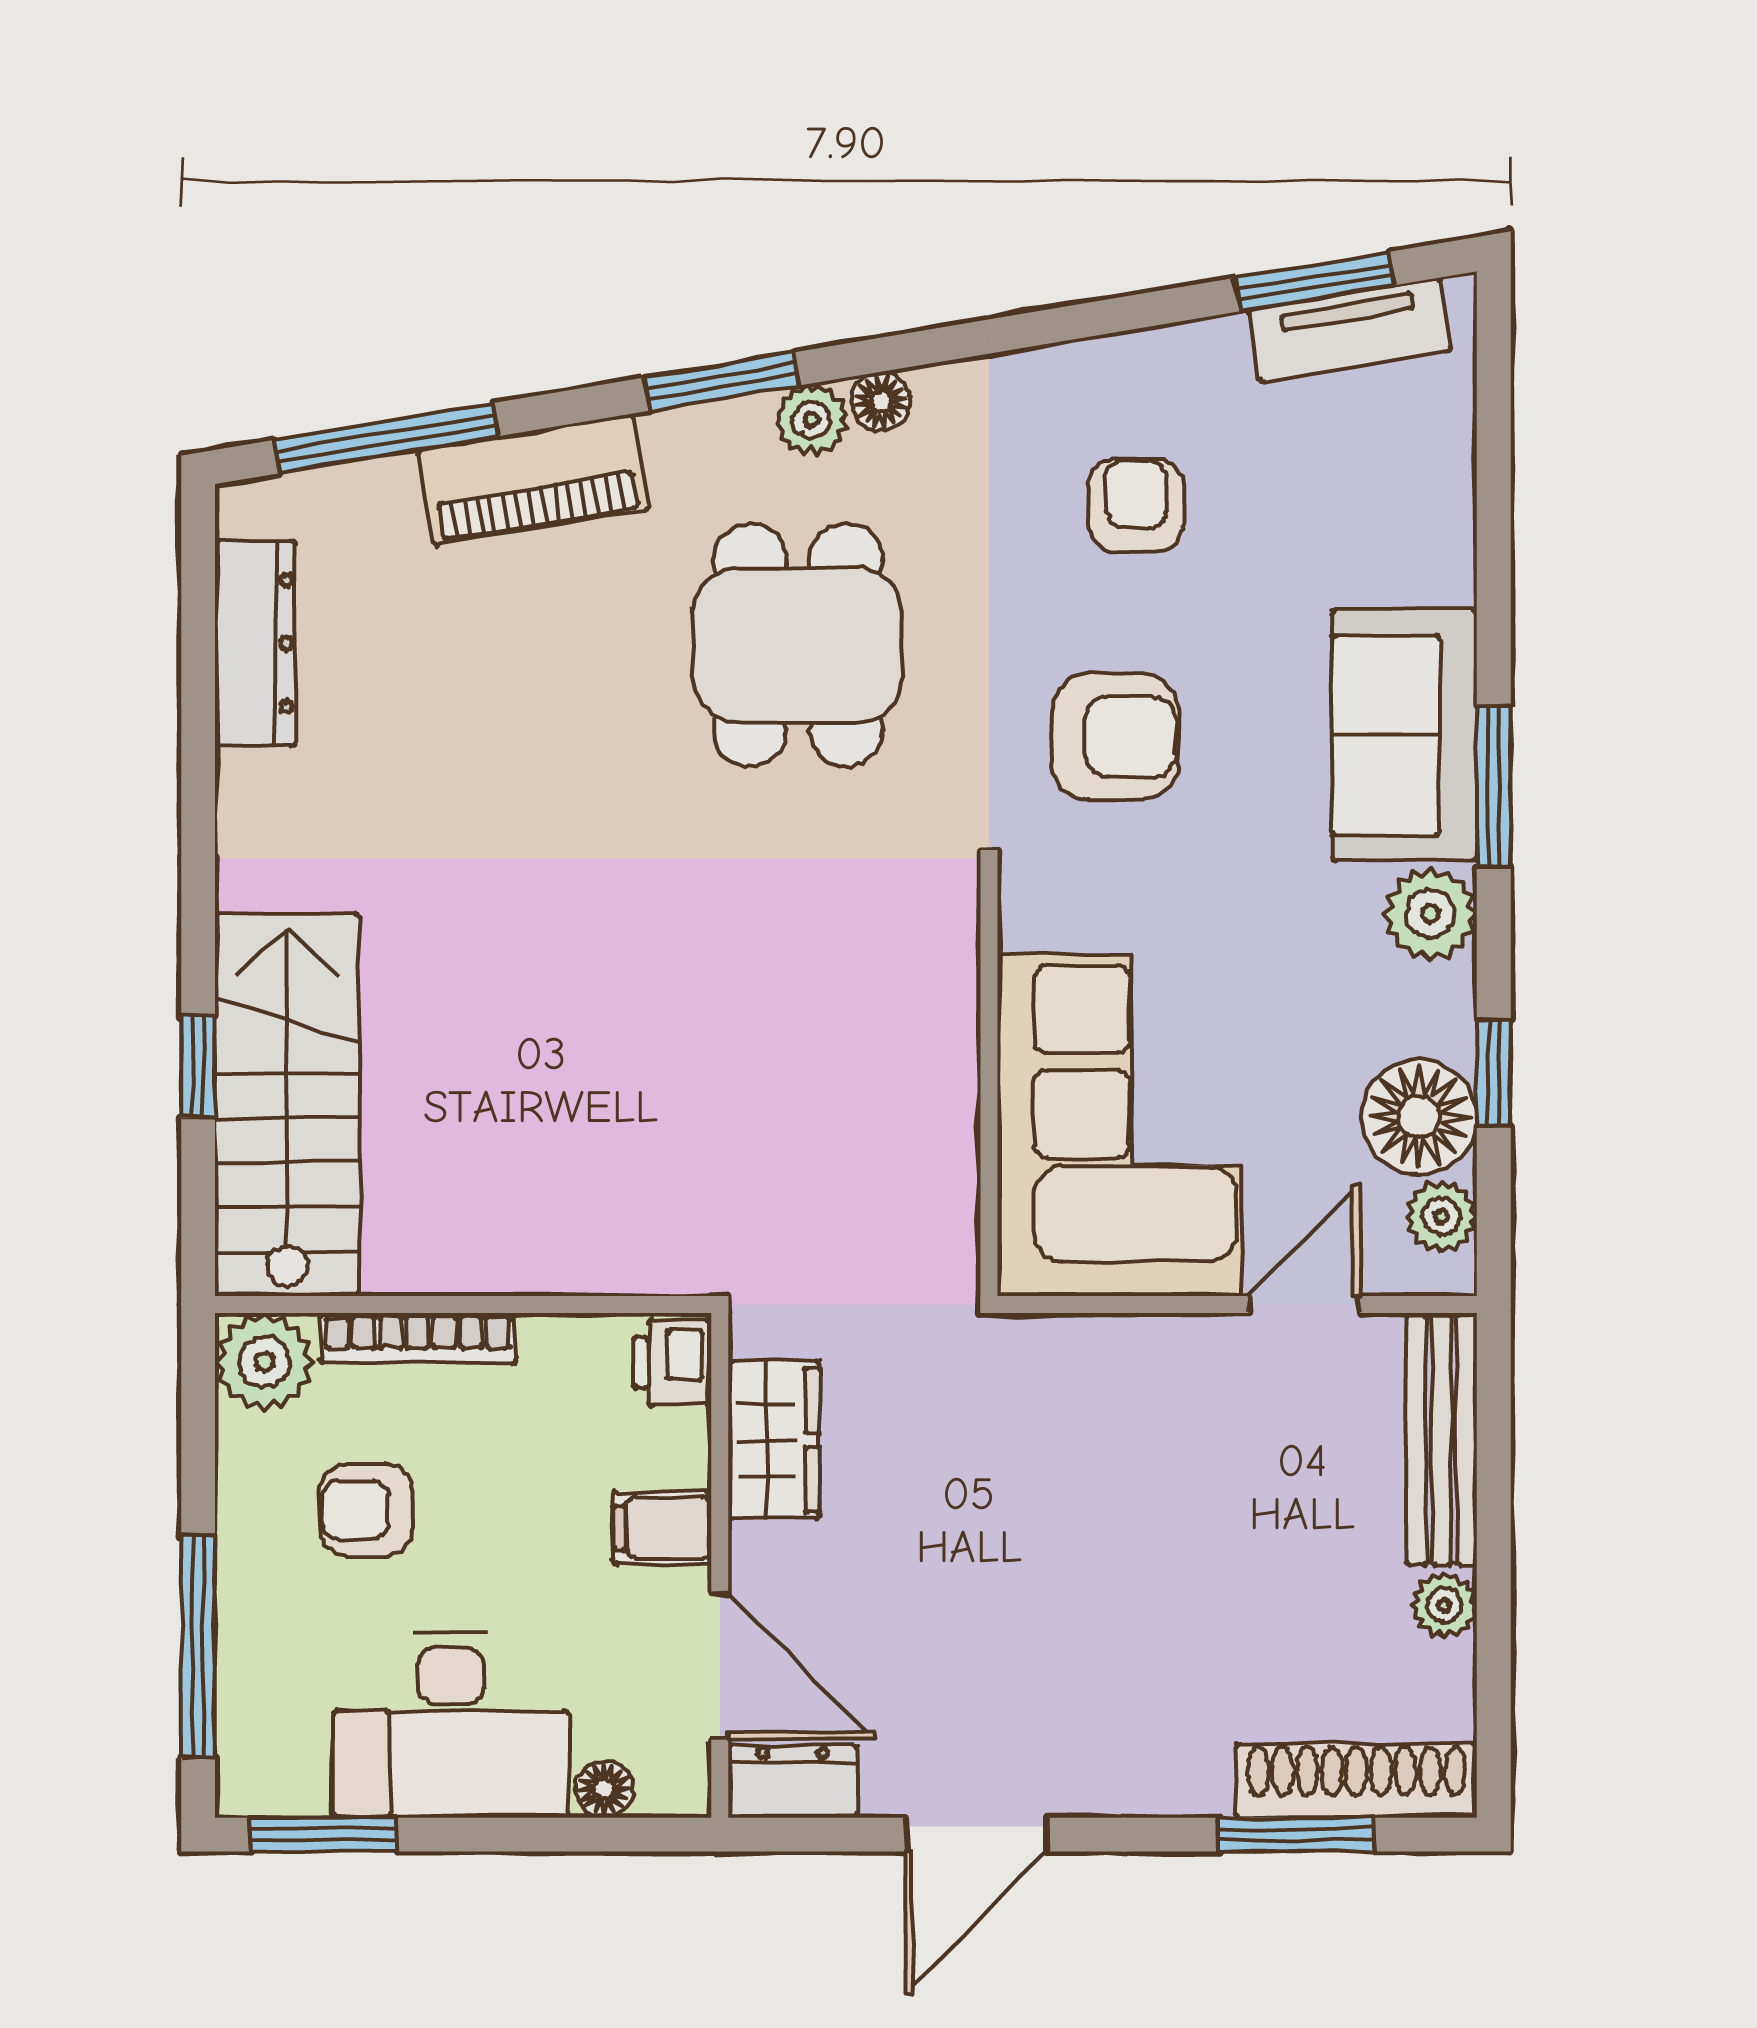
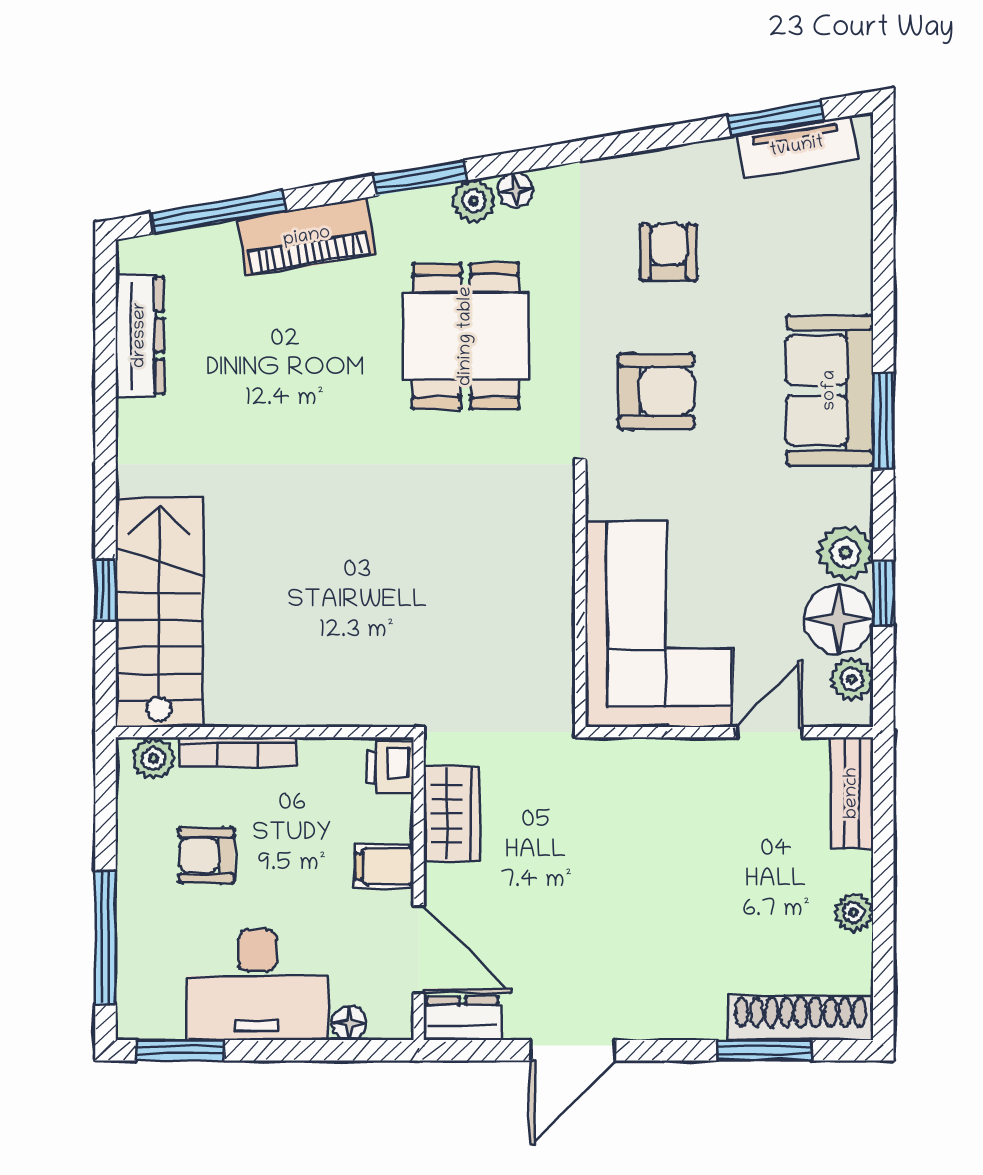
plant: (1430, 914) -> (845, 553), moved
plant: (264, 1362) -> (153, 758), width x0.73, depth x0.73
bench: (1442, 1439) -> (852, 793), width x0.73

